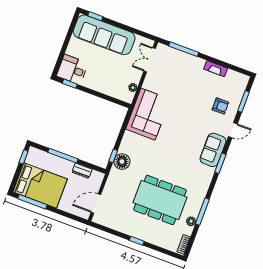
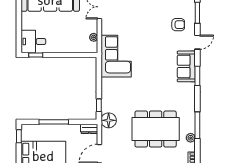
floor lamp: (122, 162) -> (109, 120), moved
dresser: (82, 171) -> (89, 129), moved

